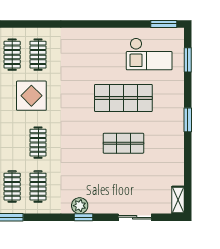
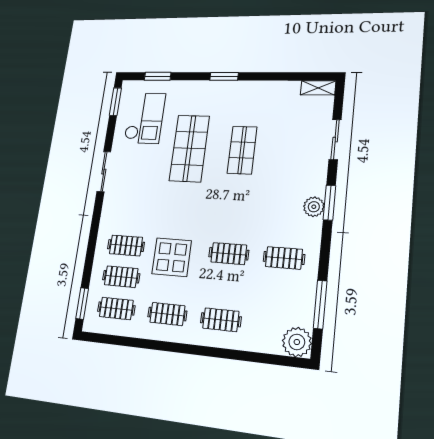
sliding door: (100, 24) -> (104, 172), added
clothes rail: (12, 187) -> (280, 292), removed
window: (84, 217) -> (329, 203), width x1.50

